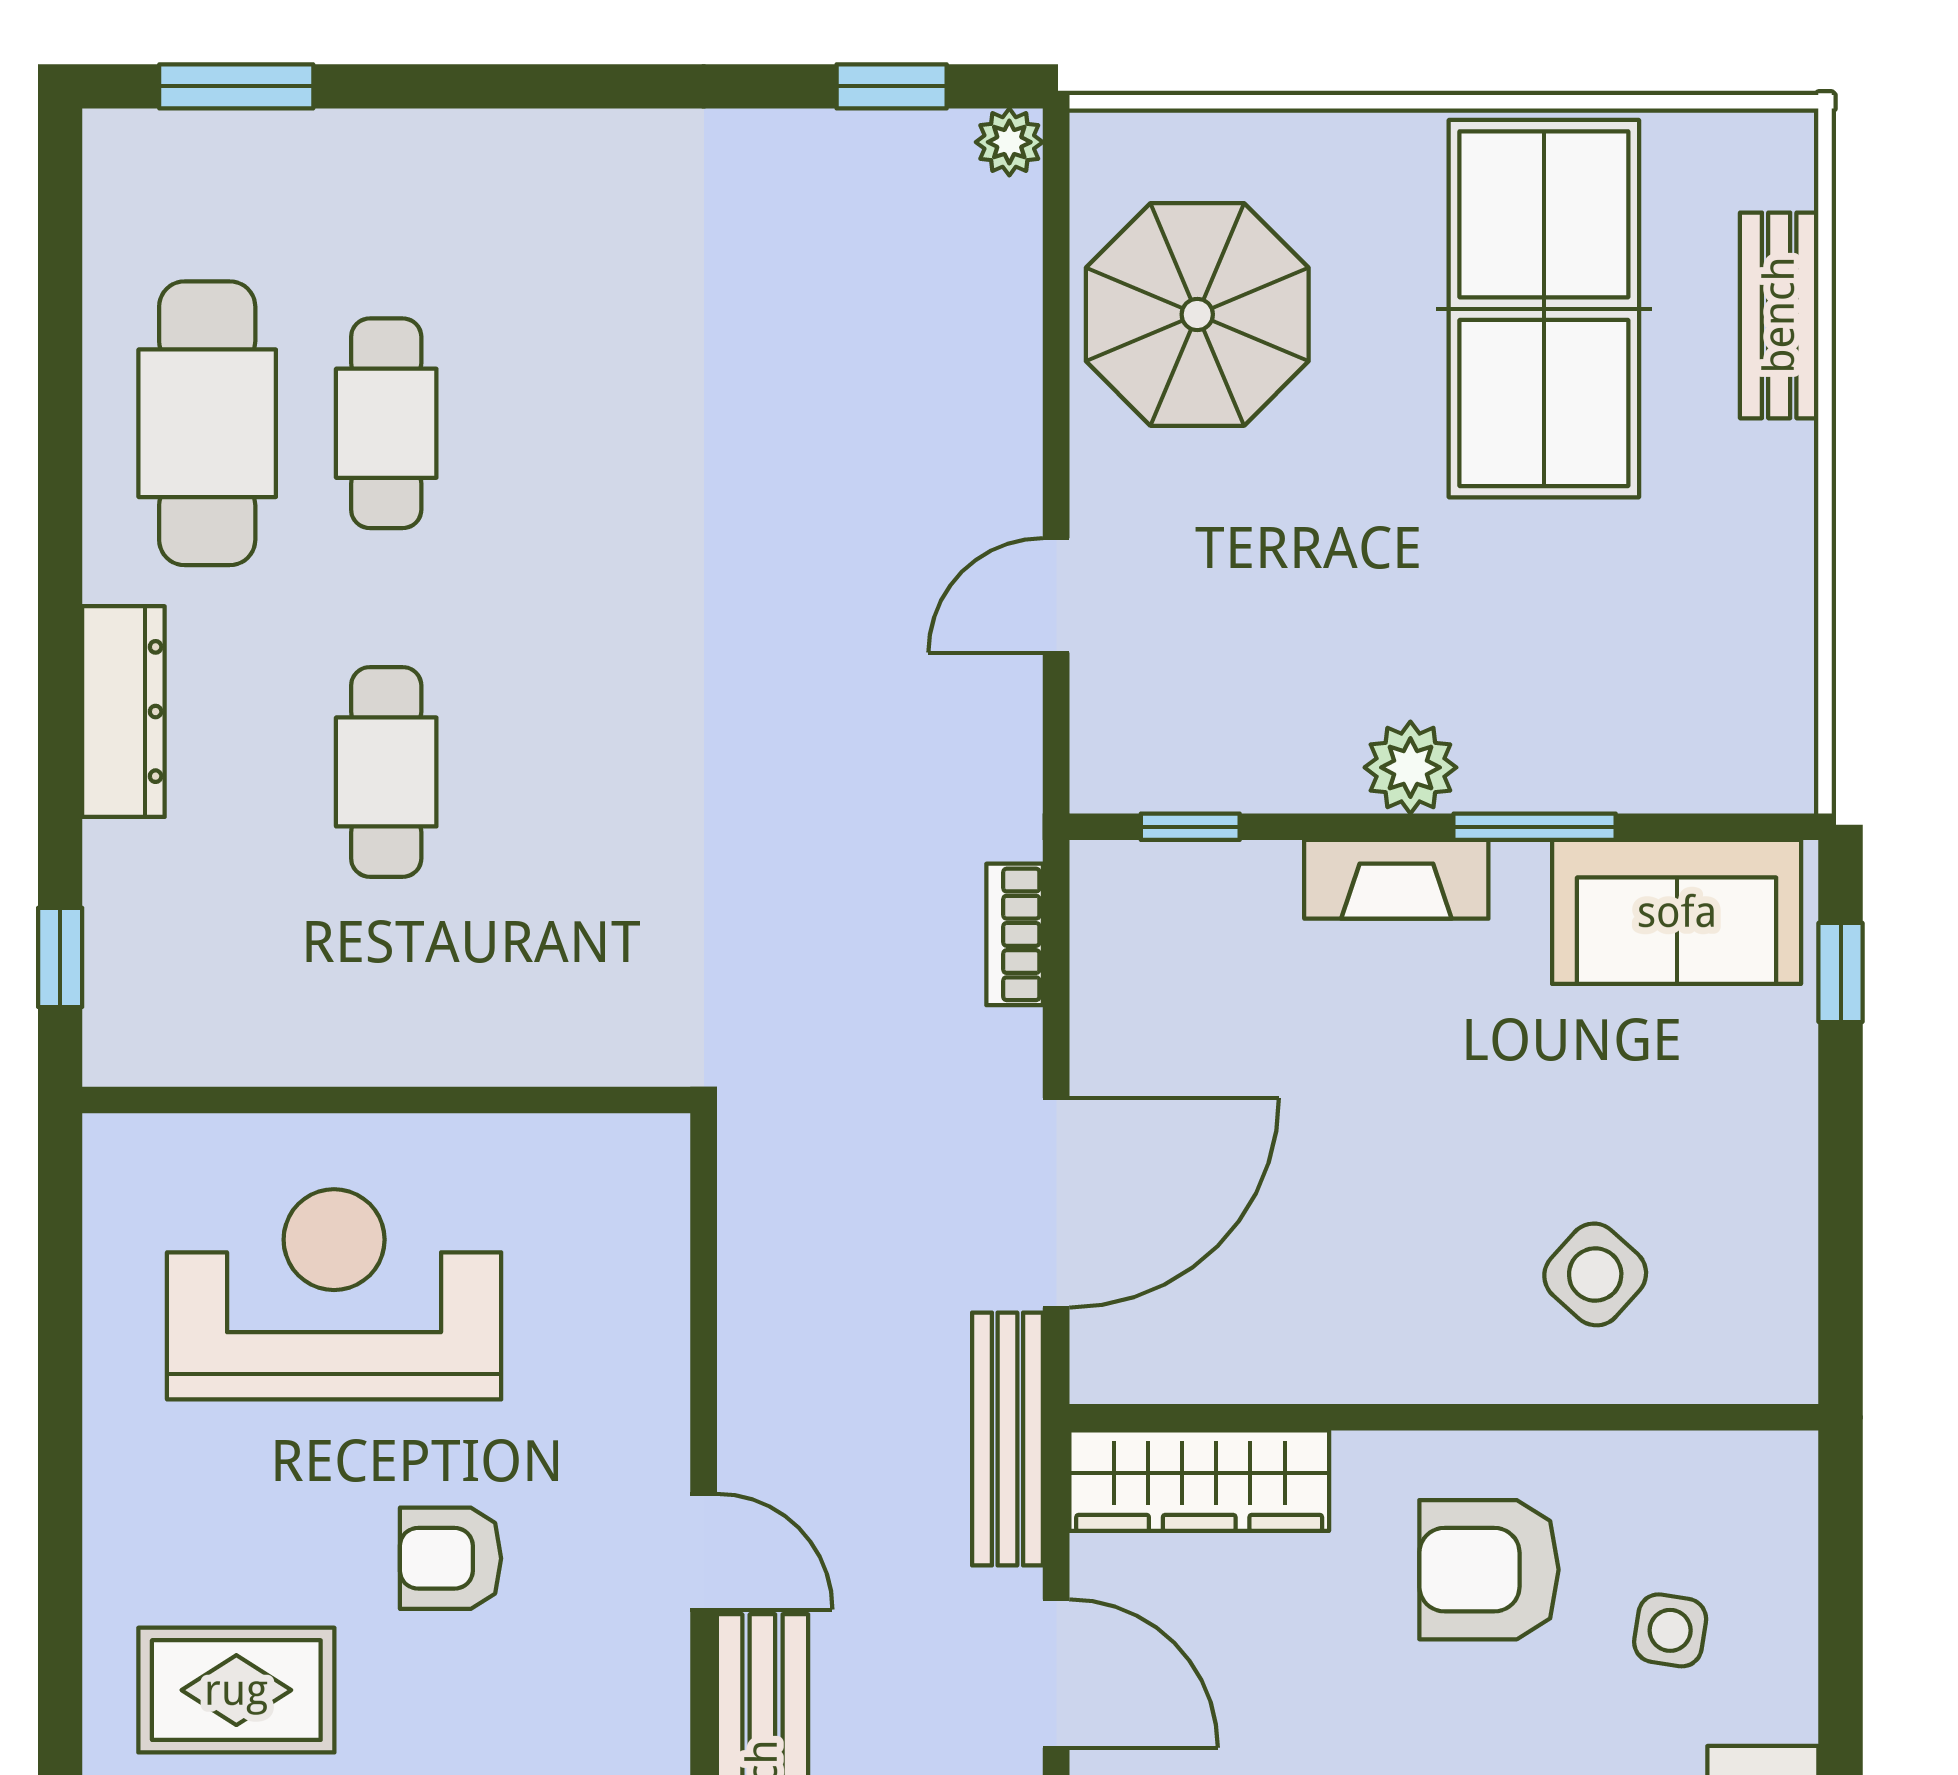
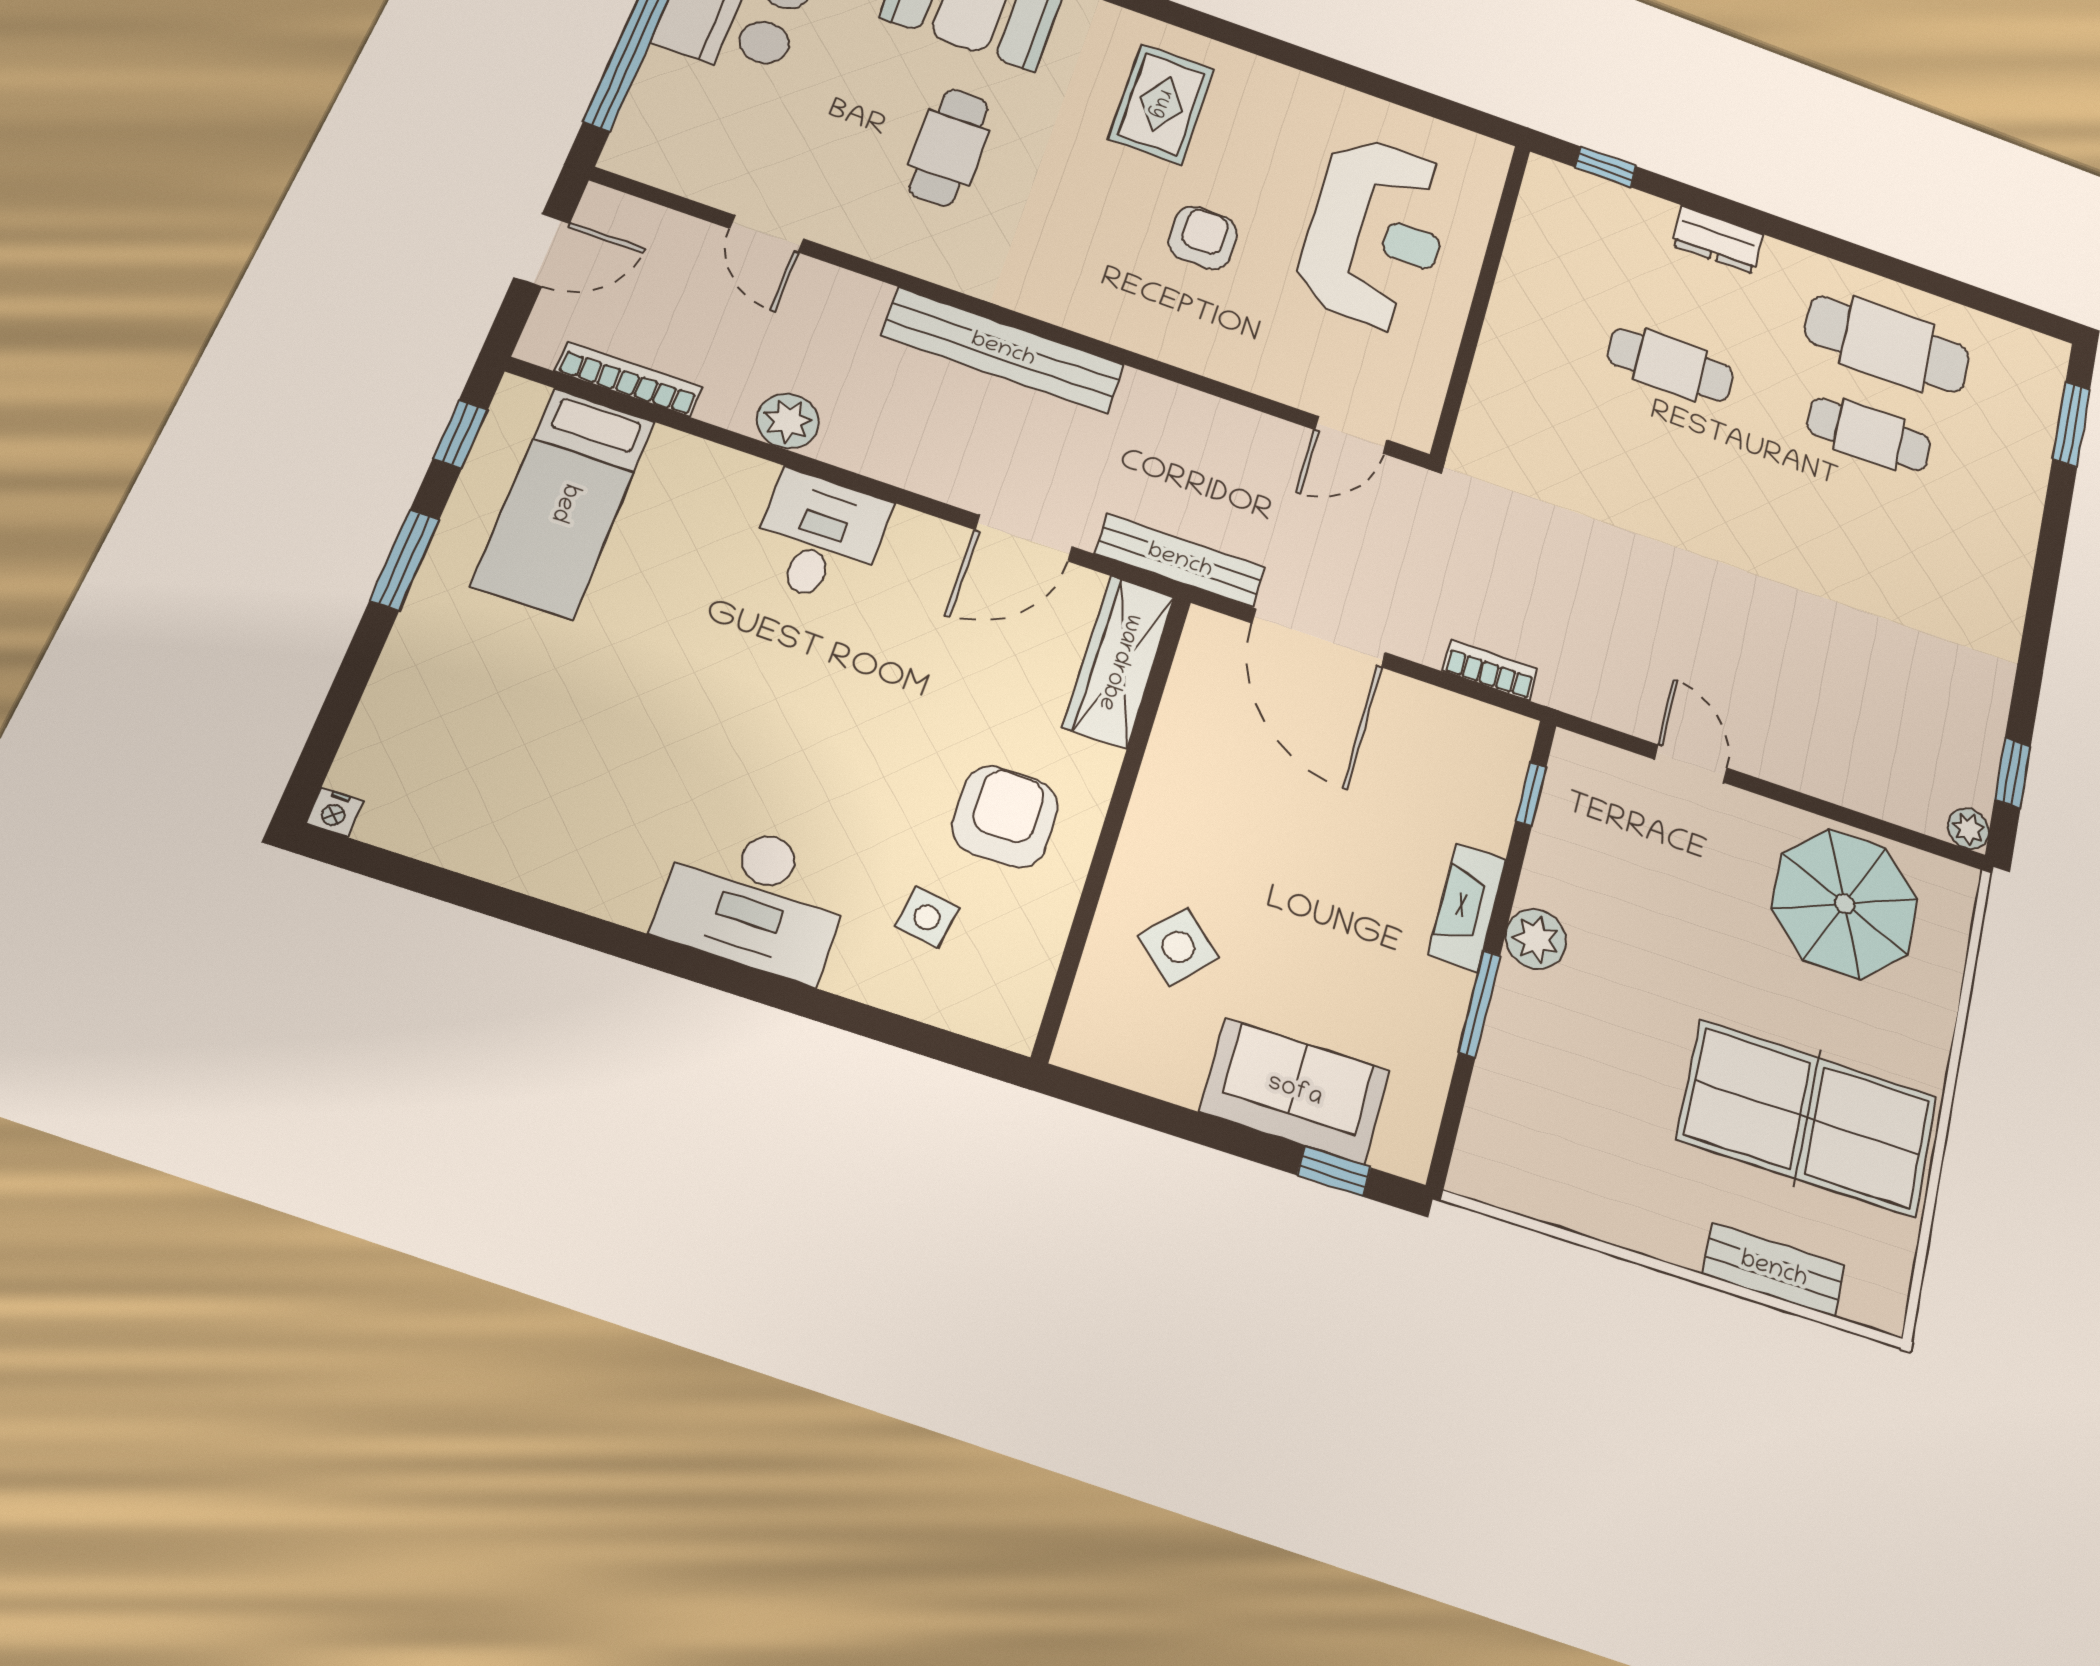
dresser: (123, 712) -> (1717, 240), width x0.70
sofa: (1677, 912) -> (1295, 1091), moved, turned 90
door: (704, 1552) -> (1351, 435), moved

